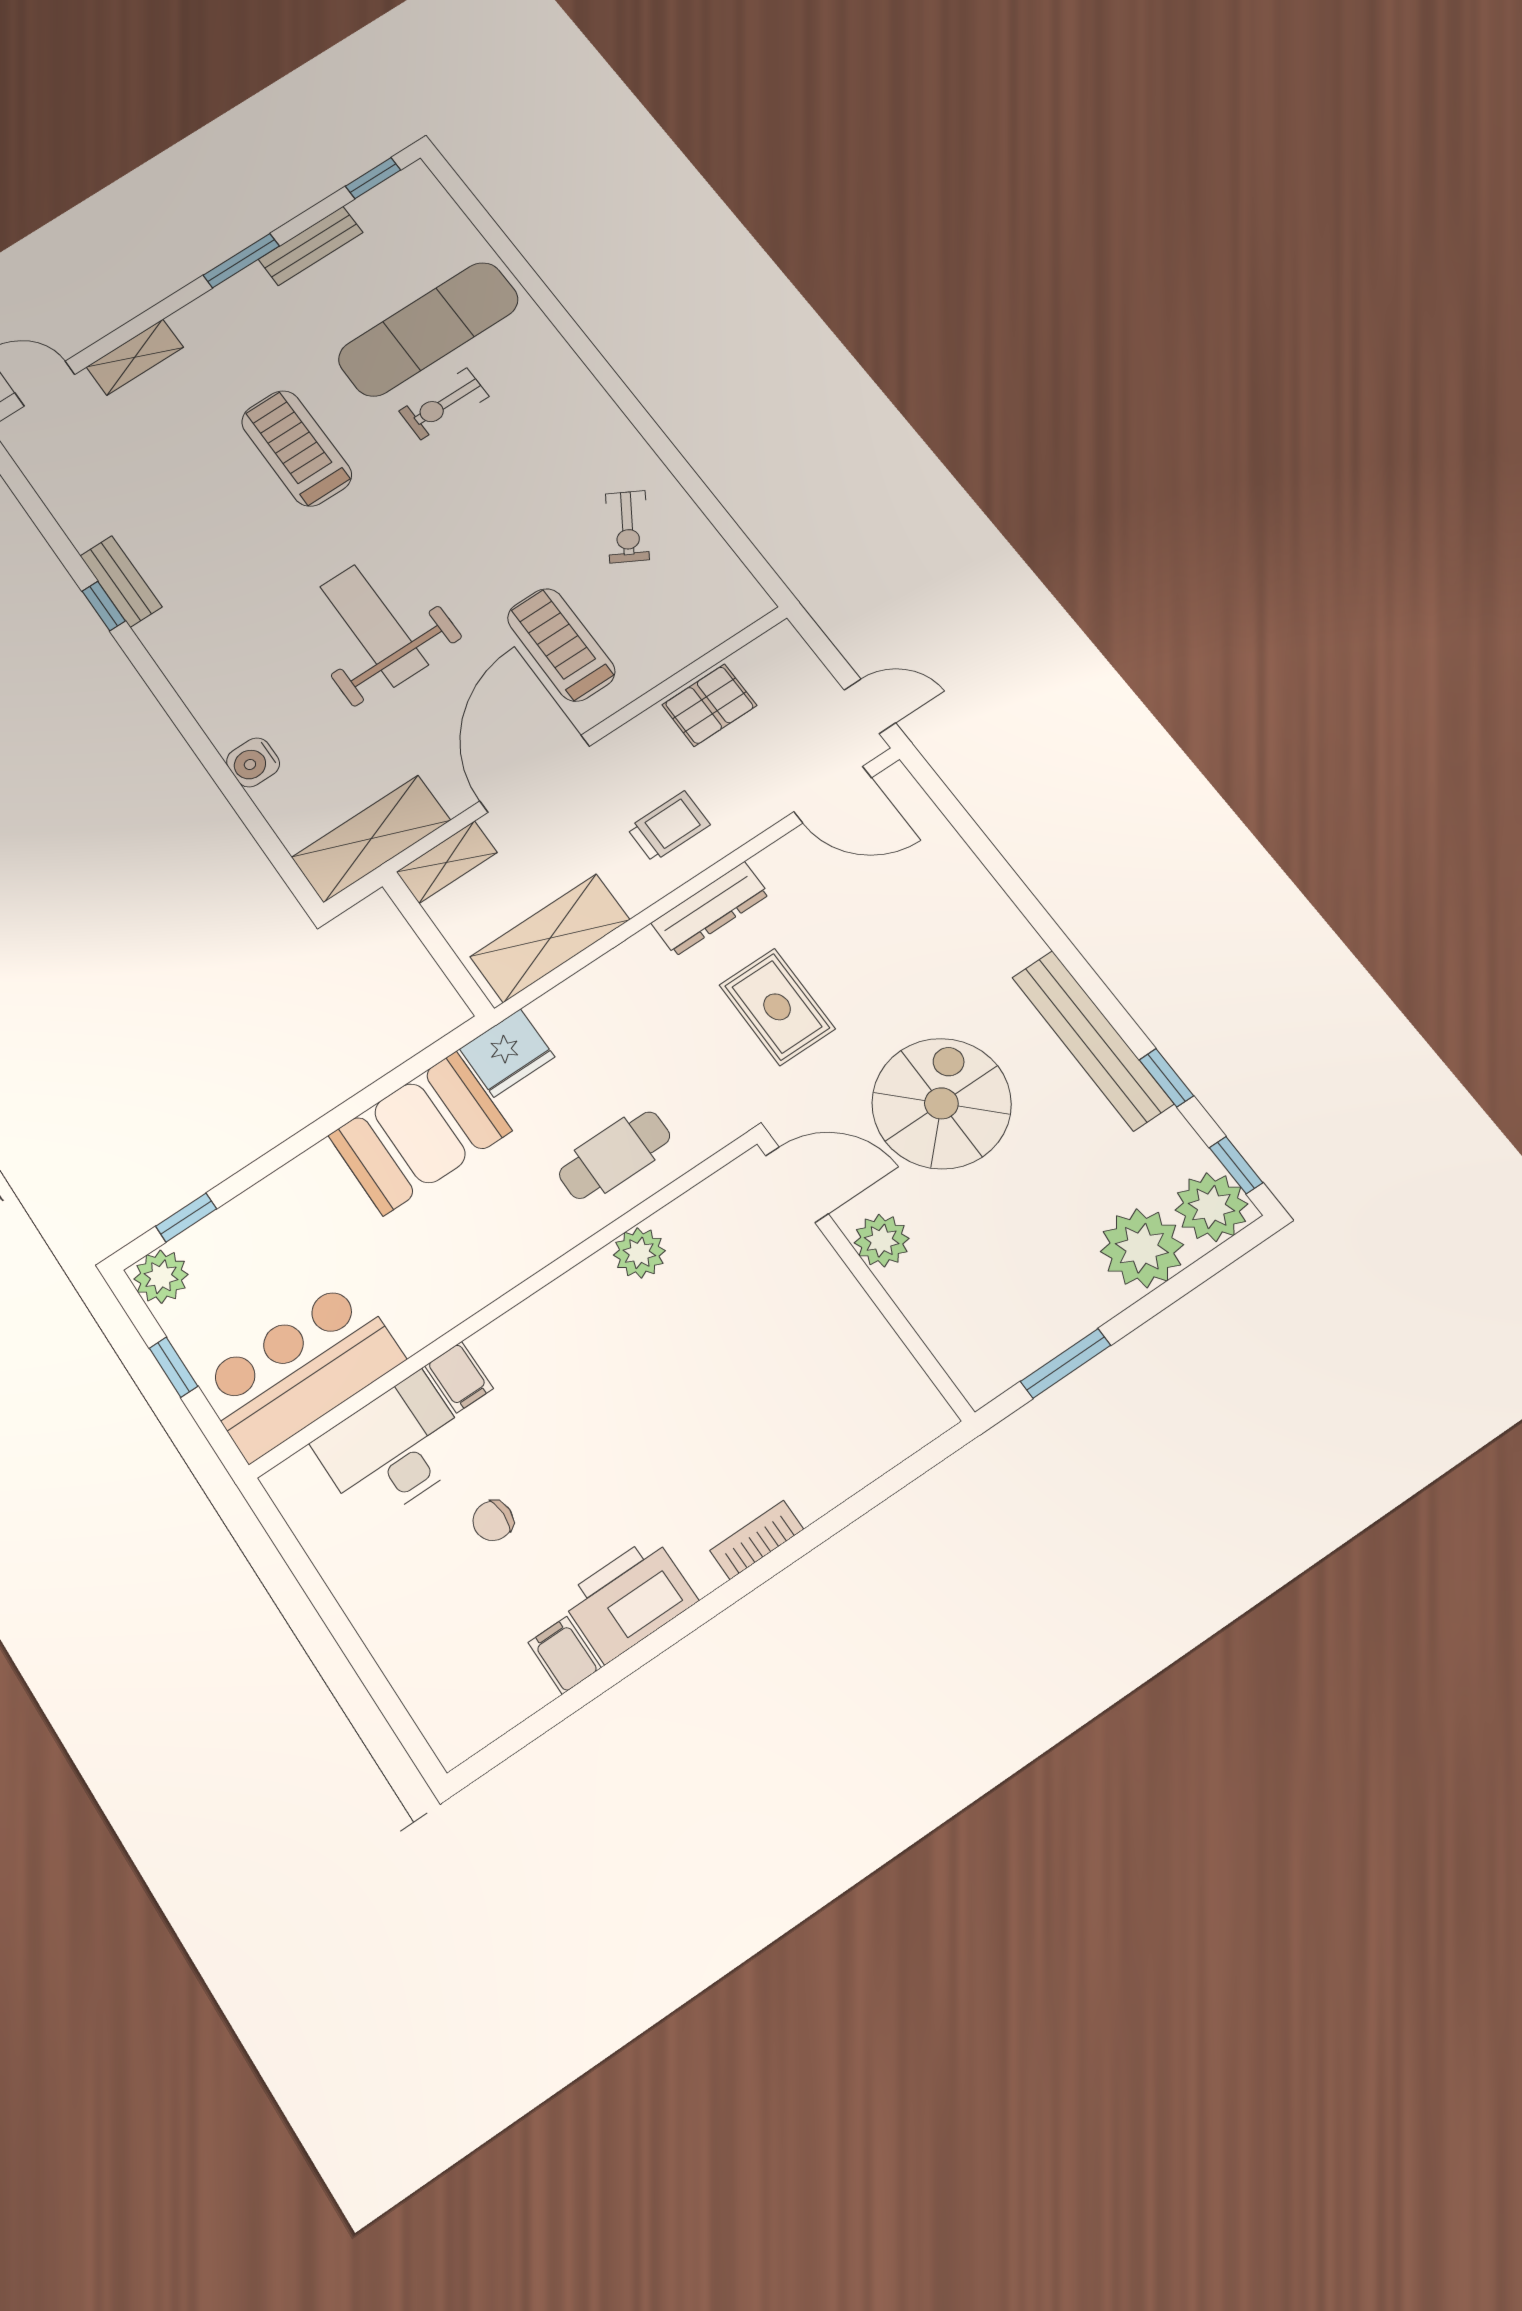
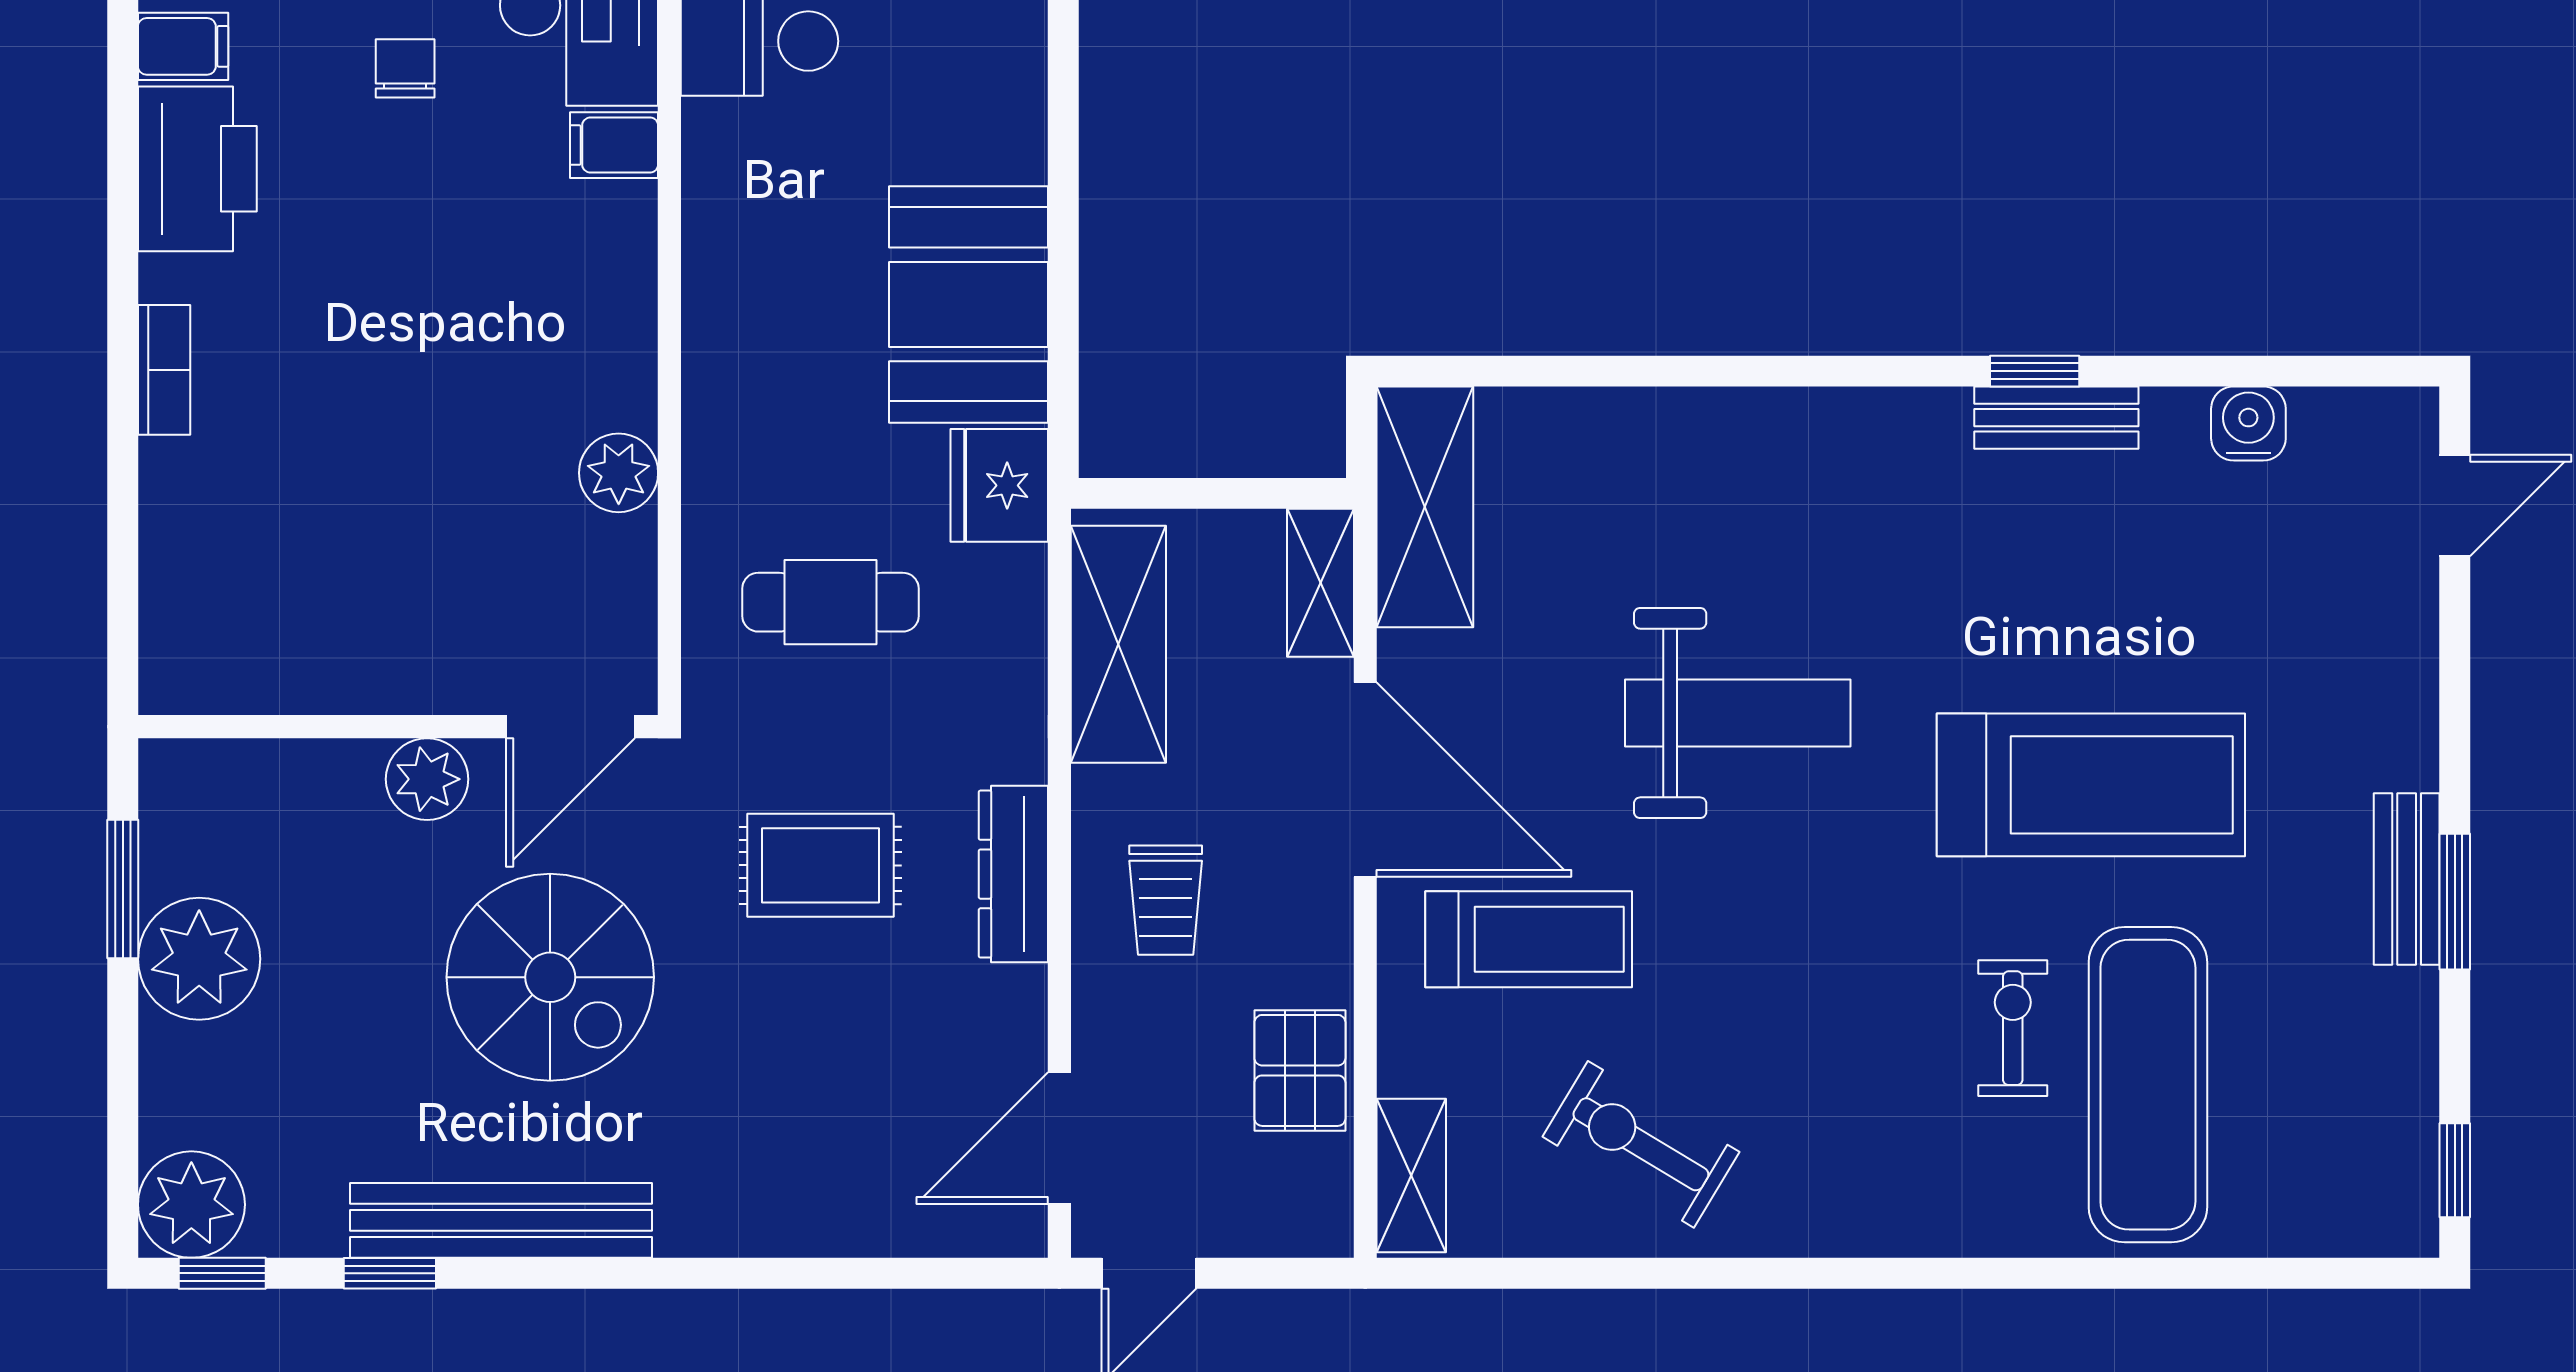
bench: (311, 246) -> (2407, 879), moved
shelving: (135, 357) -> (1411, 1176), moved
treadmill: (296, 448) -> (2091, 785), width x1.37, depth x1.38
exercise bike: (627, 527) -> (1641, 1144), width x1.38, depth x1.39
water cooler: (253, 762) -> (2248, 424), moved
cafe table: (615, 1155) -> (830, 602), moved, turned 90
plant: (1142, 1248) -> (199, 959), moved

